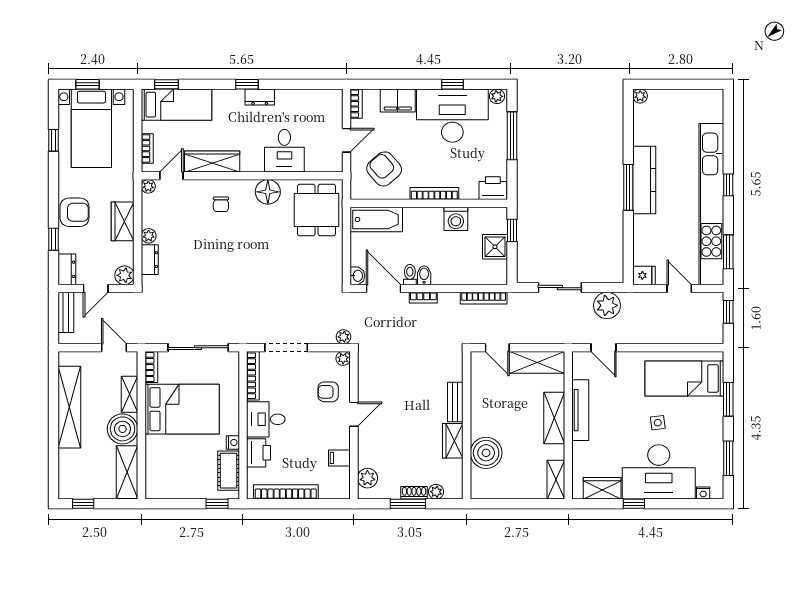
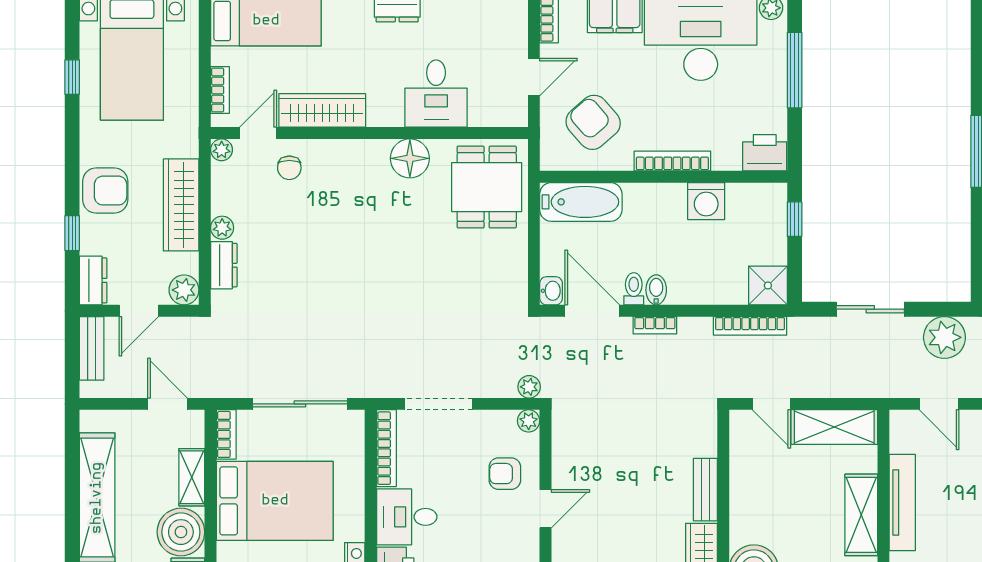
chair: (221, 204) -> (289, 168), moved
wardrobe: (123, 221) -> (181, 205), width x1.50
shower: (495, 247) -> (768, 285), moved

